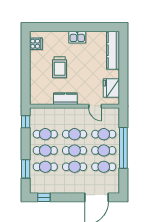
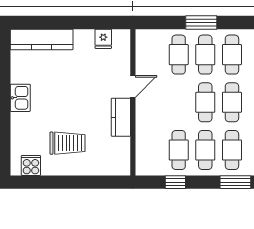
trolley: (60, 67) -> (67, 143), moved
fridge: (111, 88) -> (103, 39), width x0.53, depth x0.75
door: (95, 106) -> (133, 87), moved
window: (26, 122) -> (175, 182), moved
cafe table: (75, 134) -> (179, 102), removed
window: (123, 148) -> (201, 22), width x0.47

